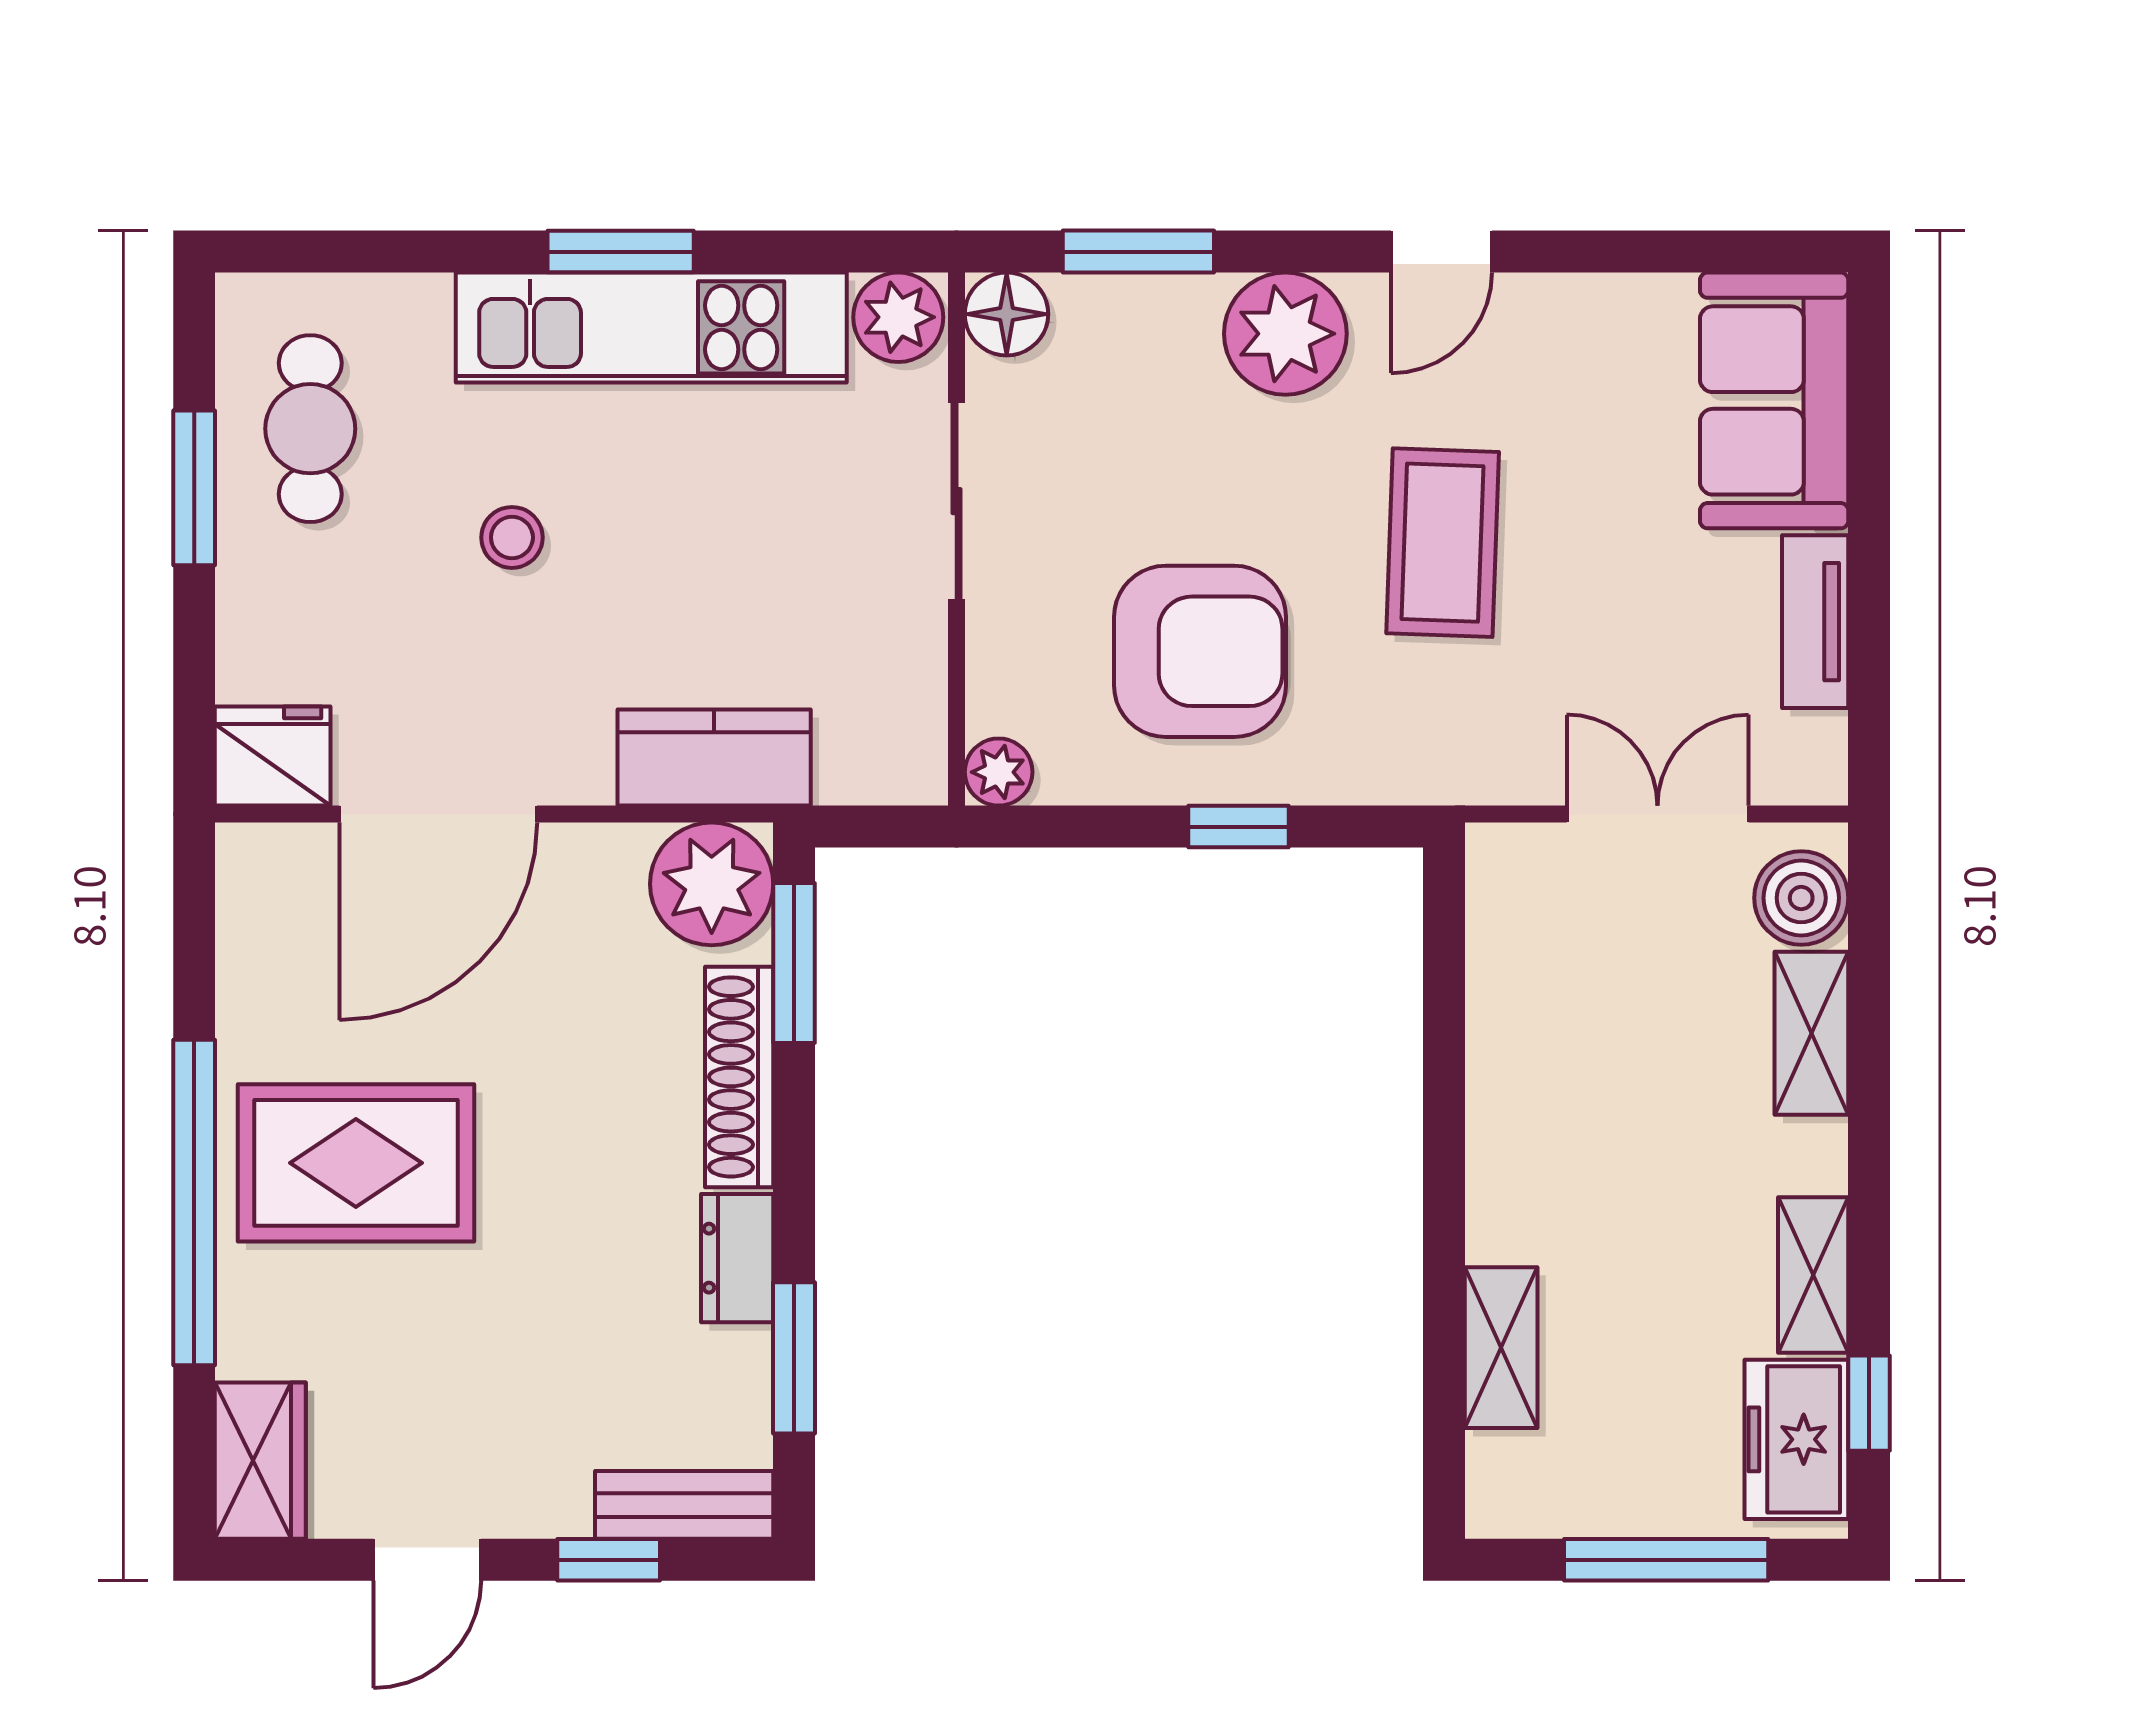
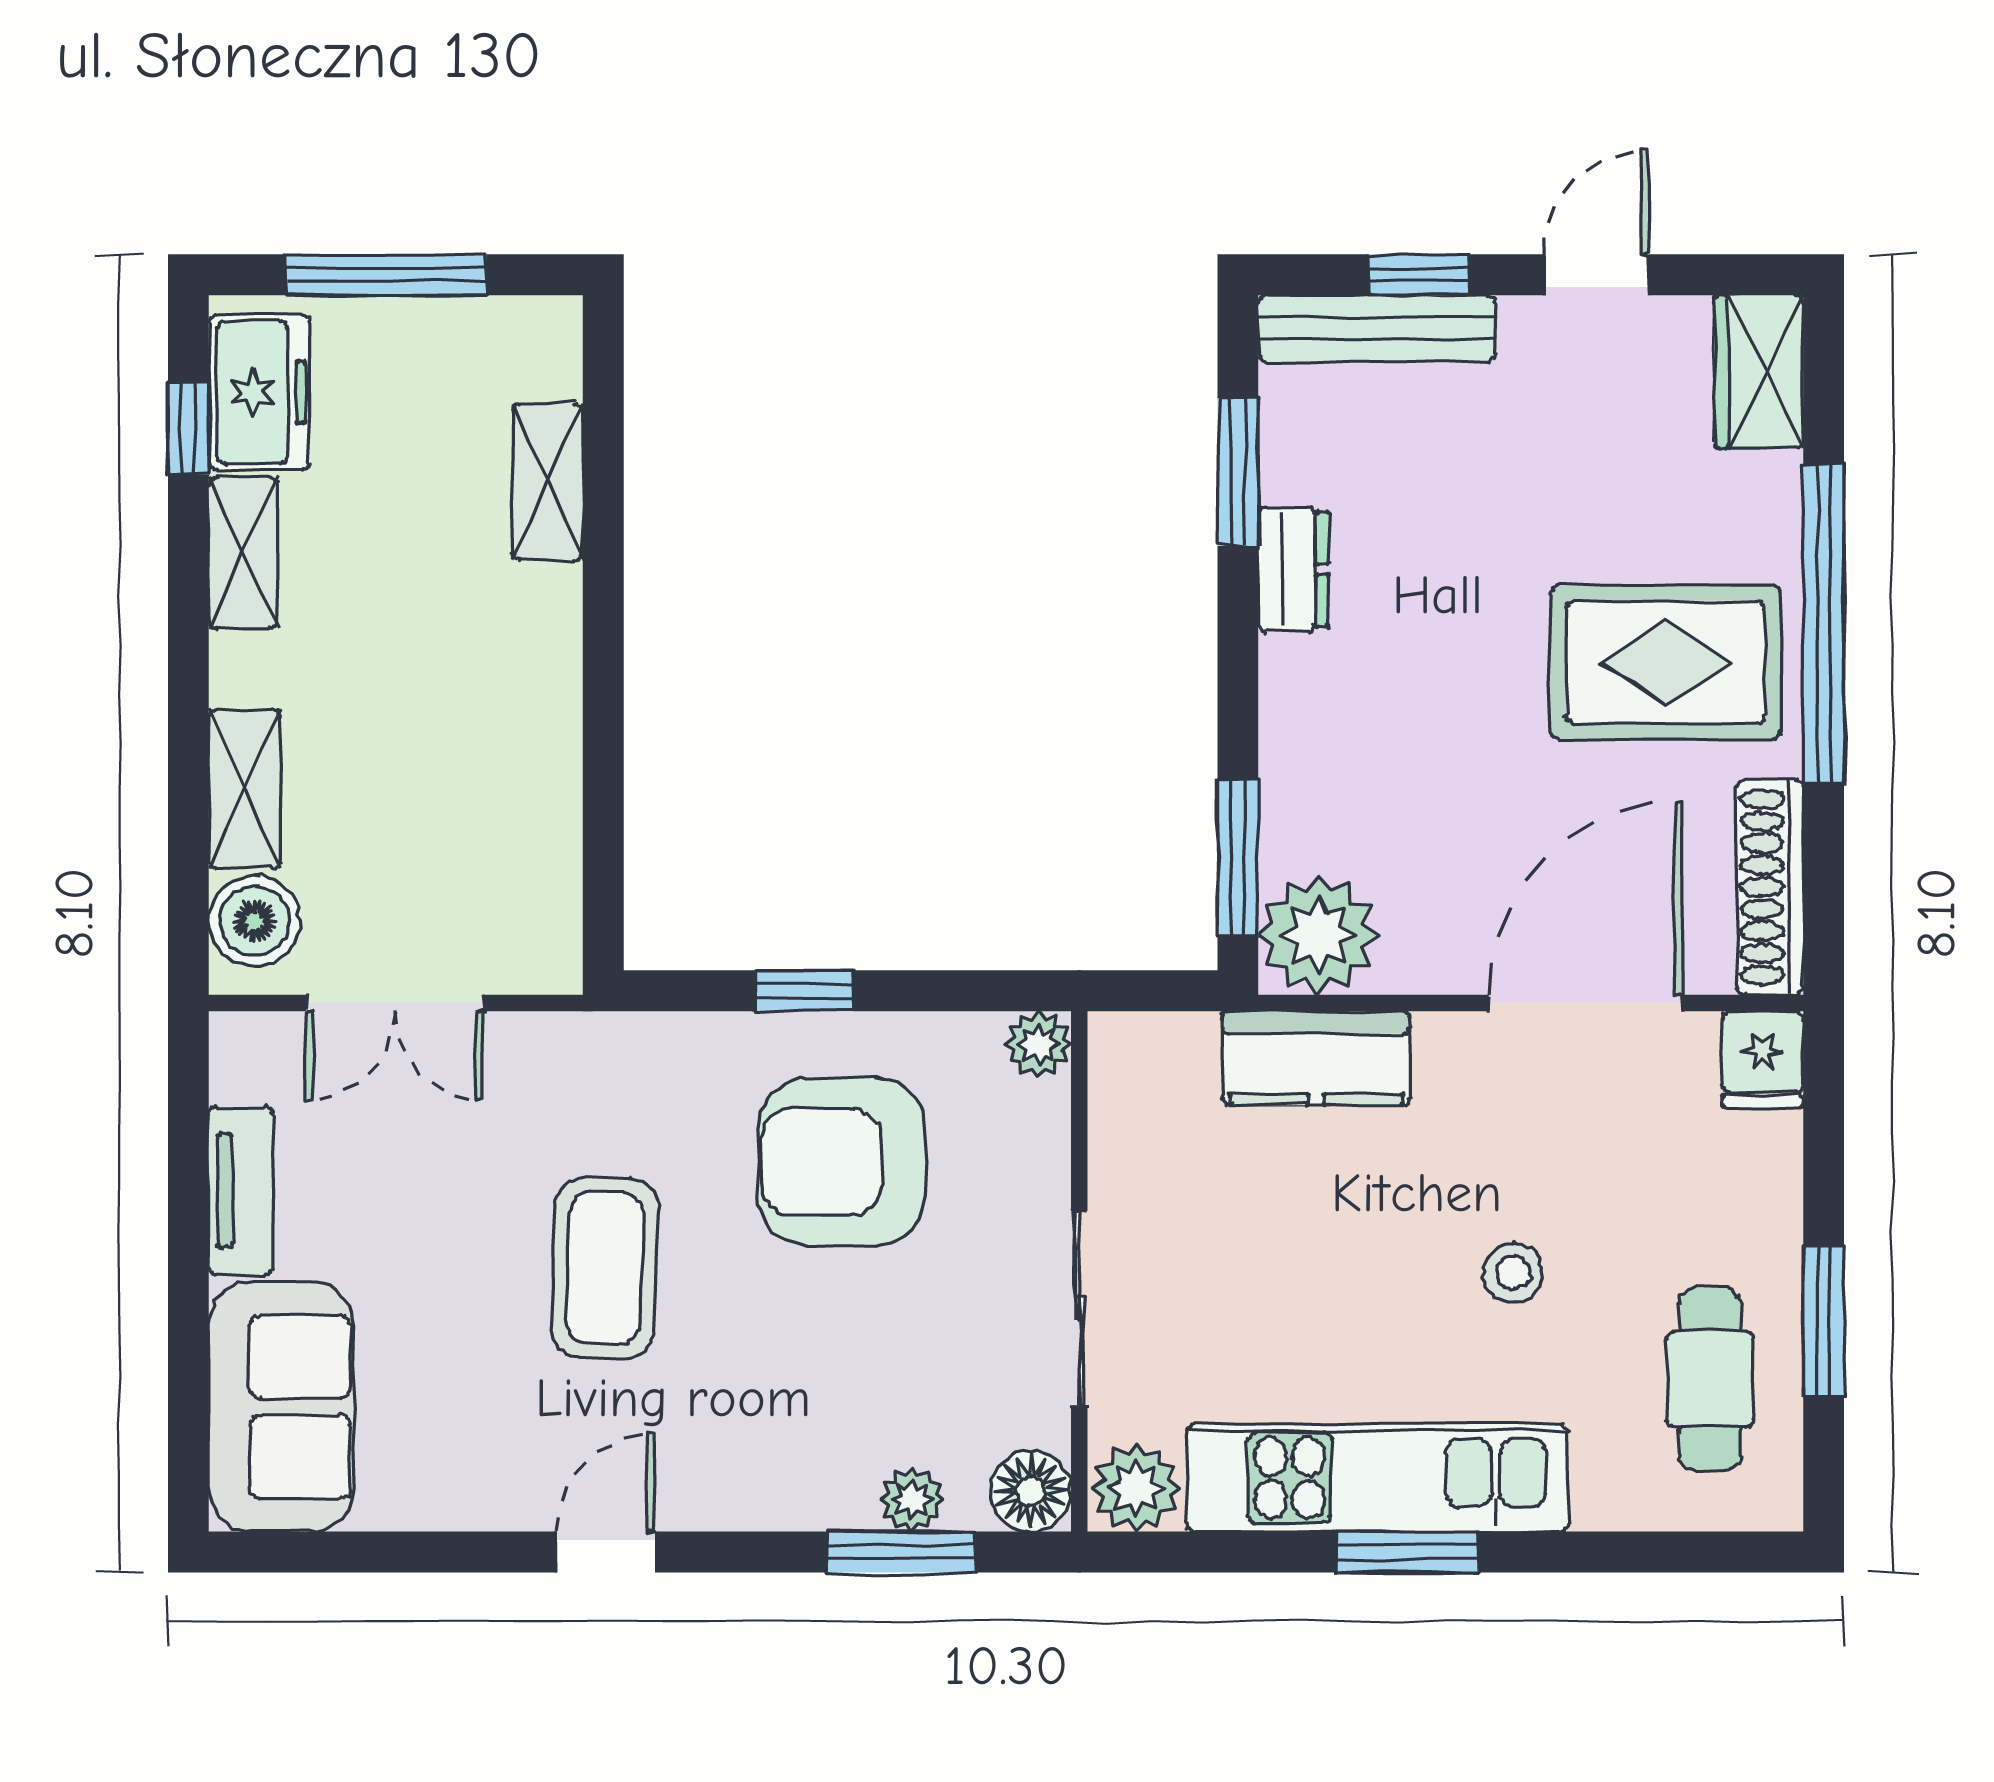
plant: (1285, 334) -> (912, 1500), moved, width x0.53, depth x0.53
fridge: (273, 756) -> (1763, 1060), width x0.72
shoe rack: (739, 1077) -> (1770, 887), moved, turned 180
bench: (684, 1505) -> (1377, 328), width x1.36

